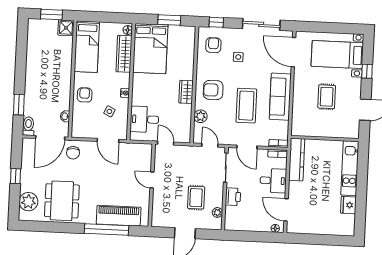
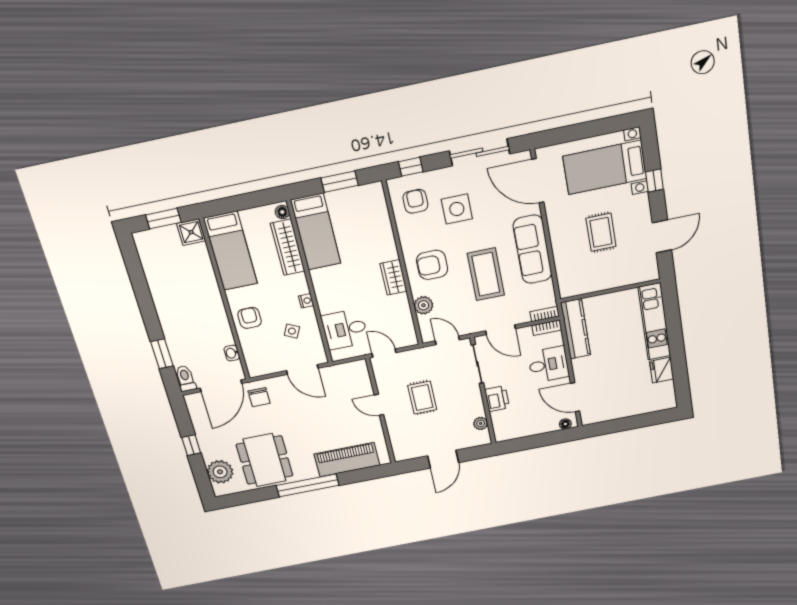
bed: (150, 49) -> (316, 232), width x0.67
side table: (238, 57) -> (457, 209), width x1.87, depth x1.87
rug: (196, 198) -> (422, 398), moved
window: (107, 229) -> (308, 485), moved

